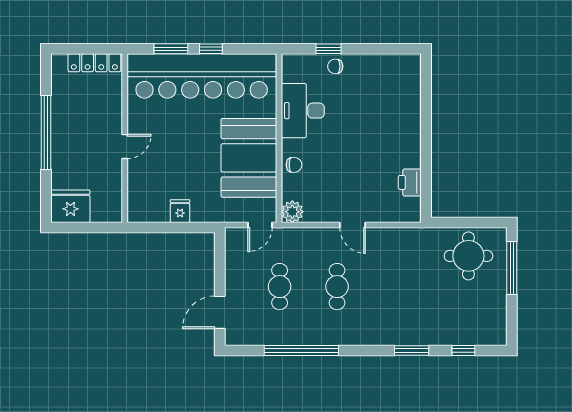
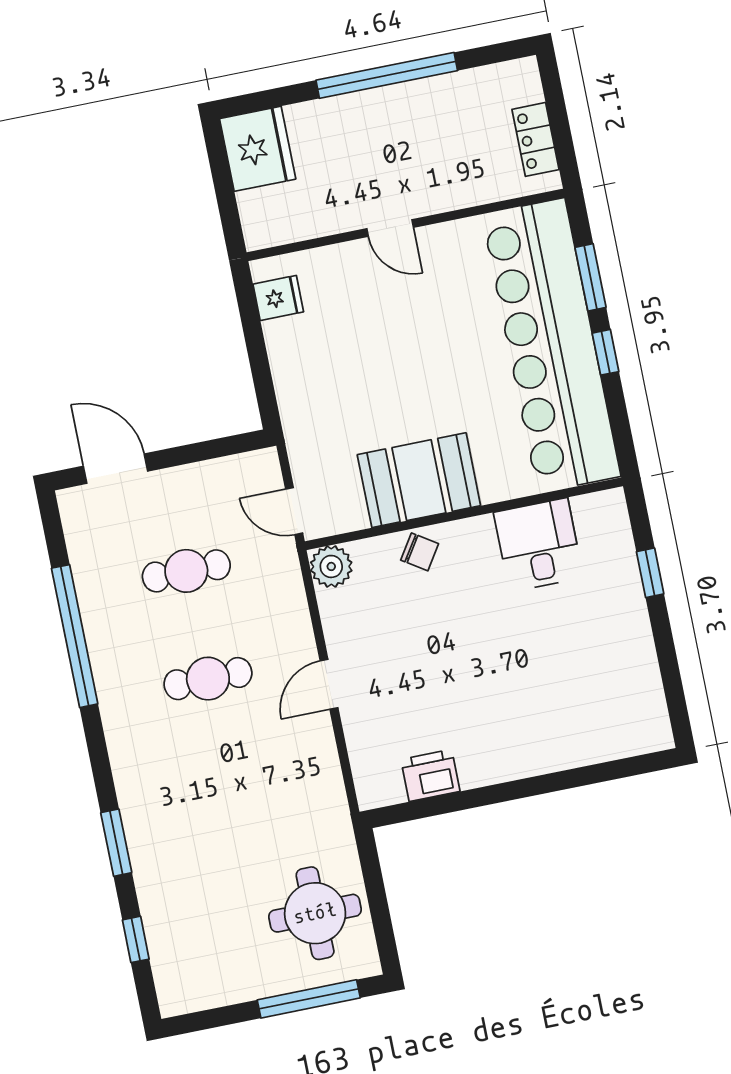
locker: (94, 63) -> (535, 139), width x0.66
chair: (335, 66) -> (620, 592), removed
desk: (303, 111) -> (538, 545), width x0.73
booth: (249, 158) -> (419, 480), width x0.73, depth x0.70
chair: (294, 165) -> (420, 552), turned -57
fridge: (180, 211) -> (278, 298), moved

